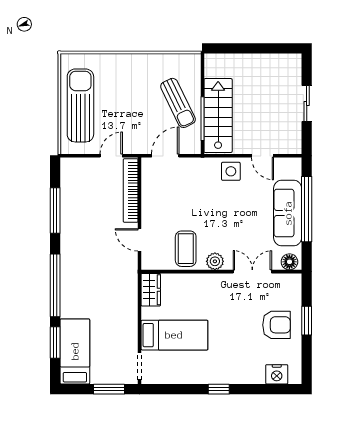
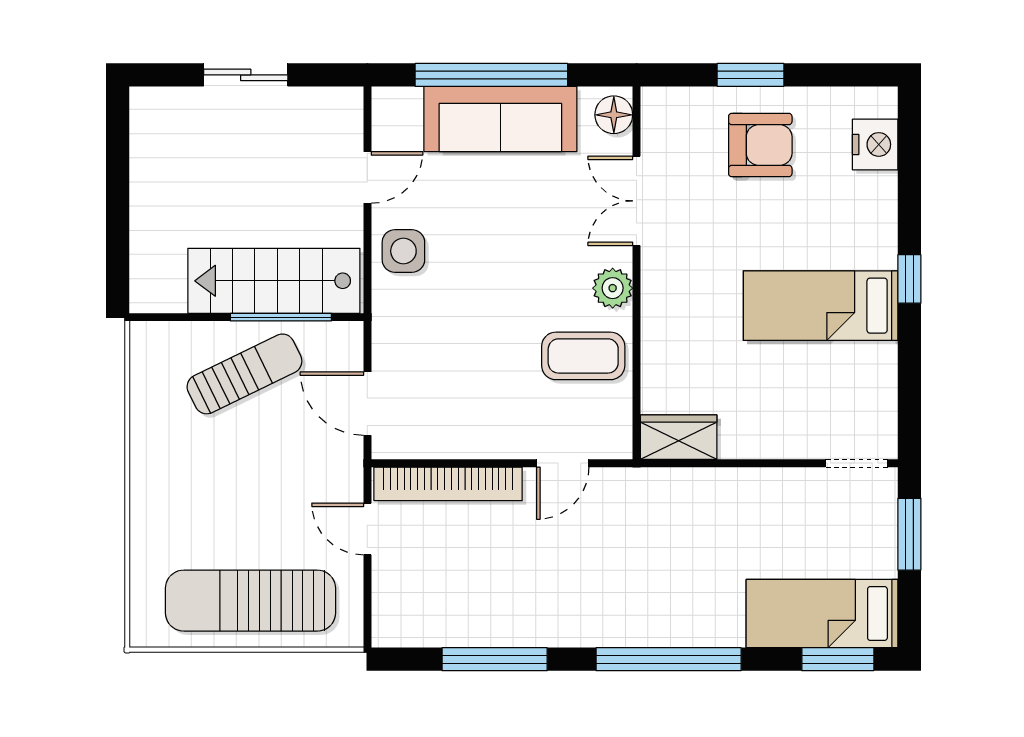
armchair: (276, 325) -> (760, 145), turned 90
bed: (174, 335) -> (821, 306), moved, turned -90
window: (55, 343) -> (838, 659), moved

